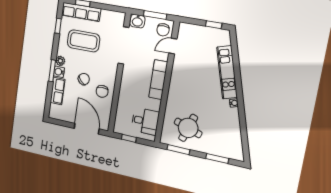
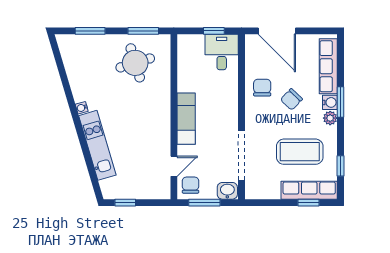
row of seats: (58, 91) -> (328, 66), width x1.48
desk: (145, 121) -> (222, 52), moved, turned 90
round table: (188, 128) -> (135, 63), turned -36

